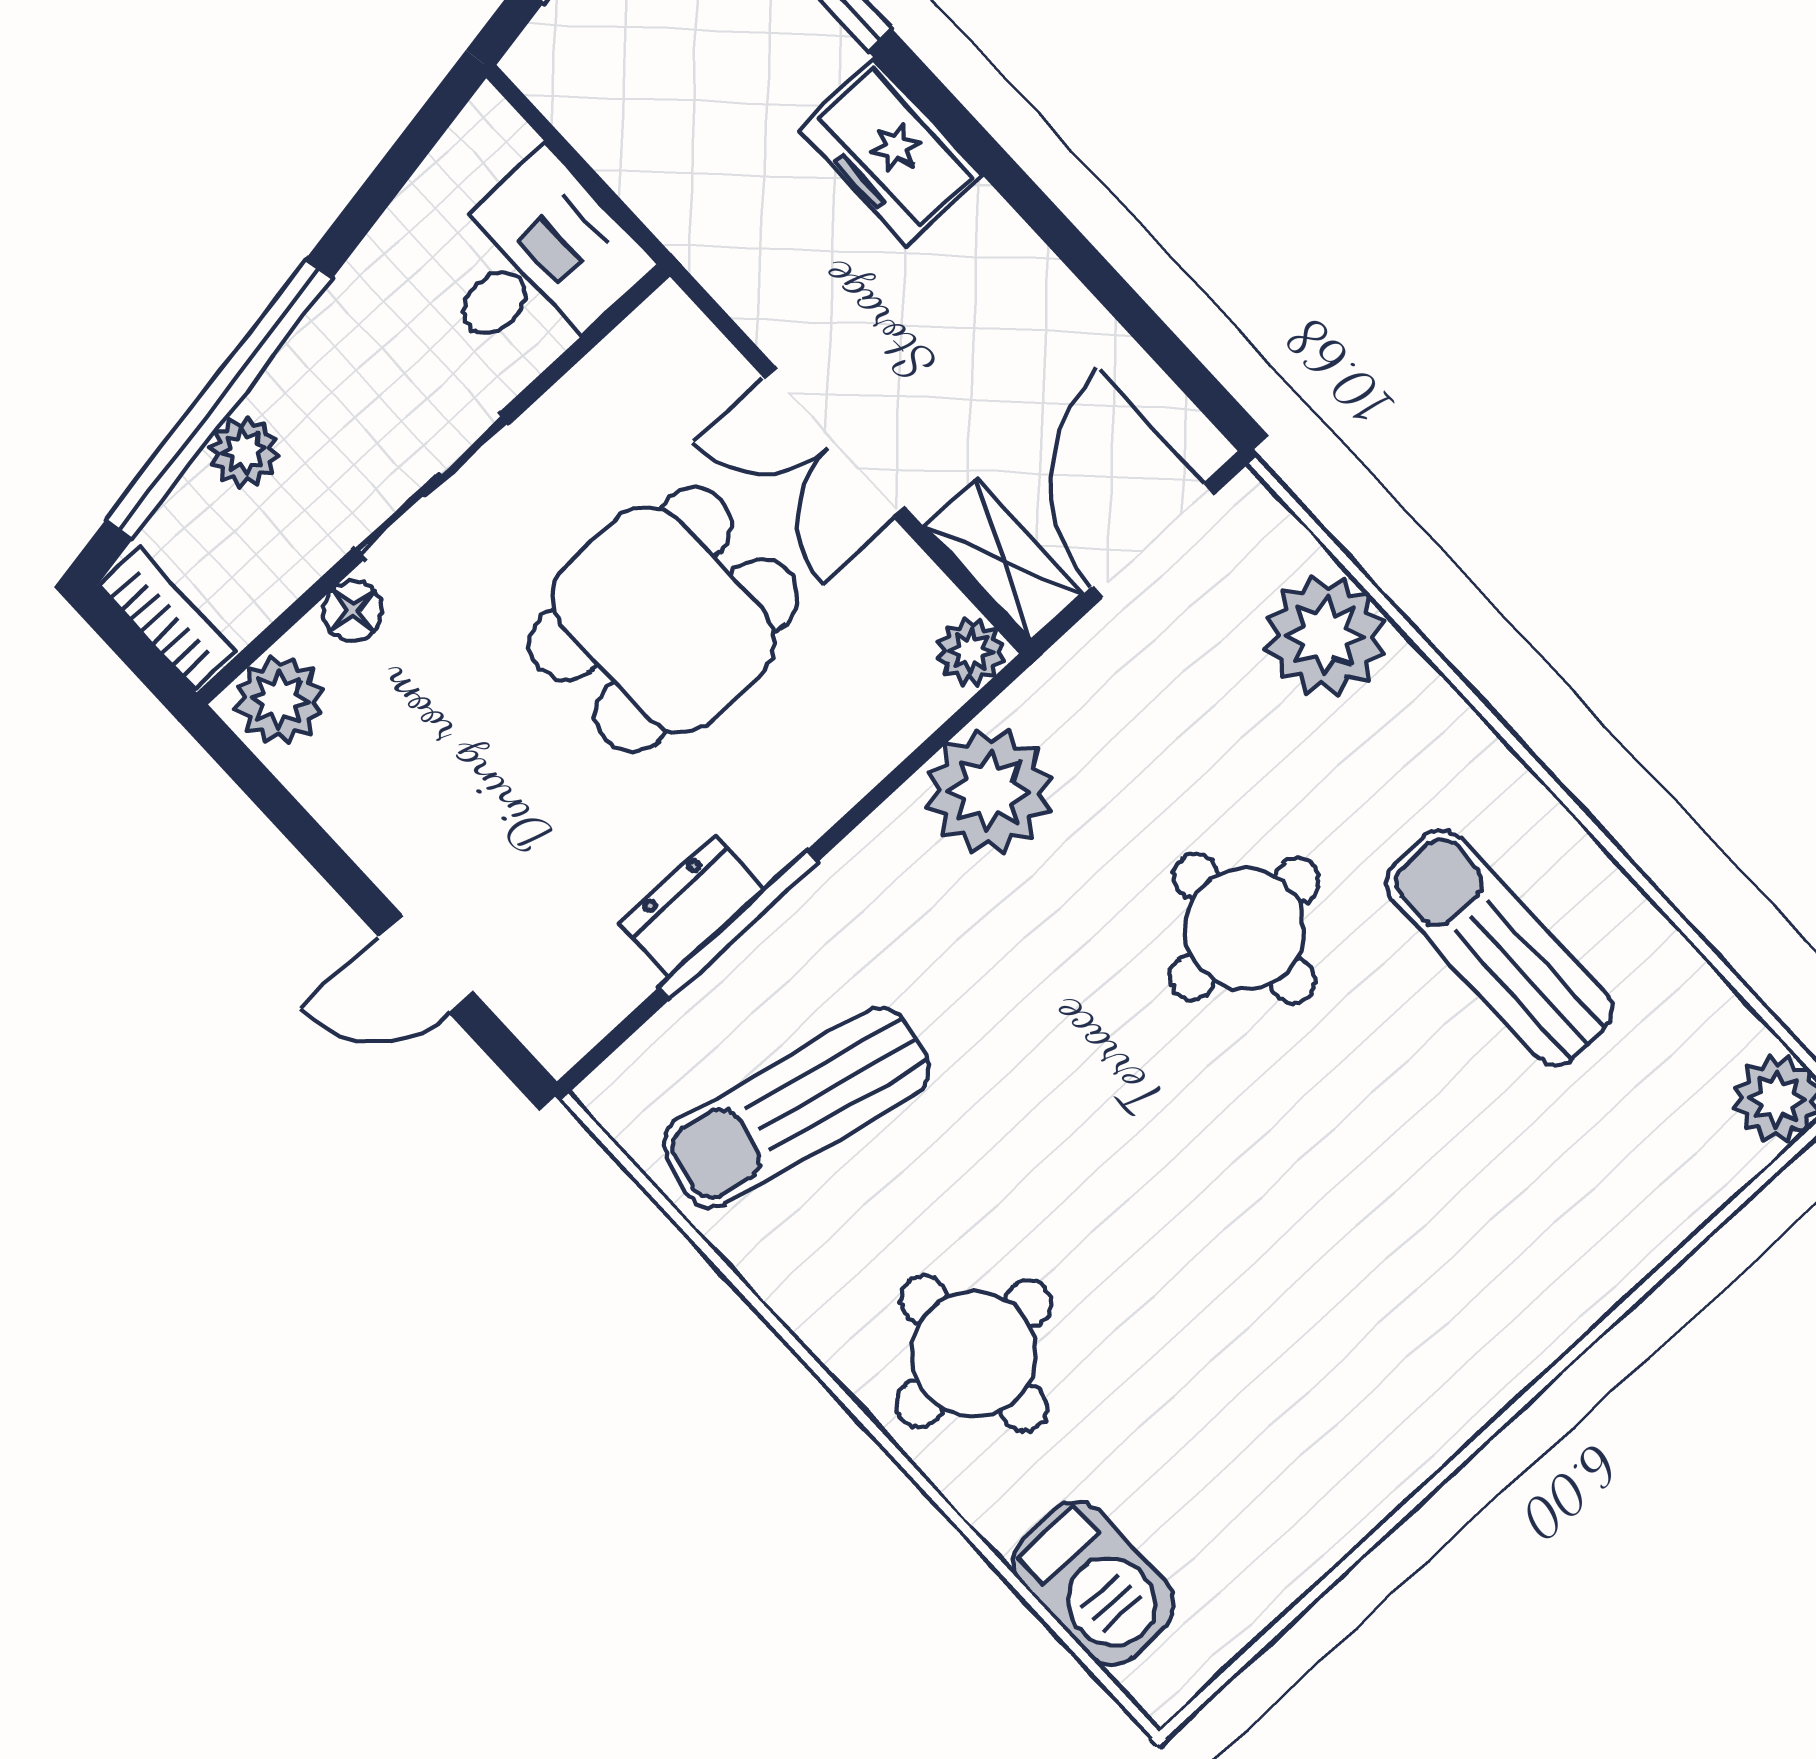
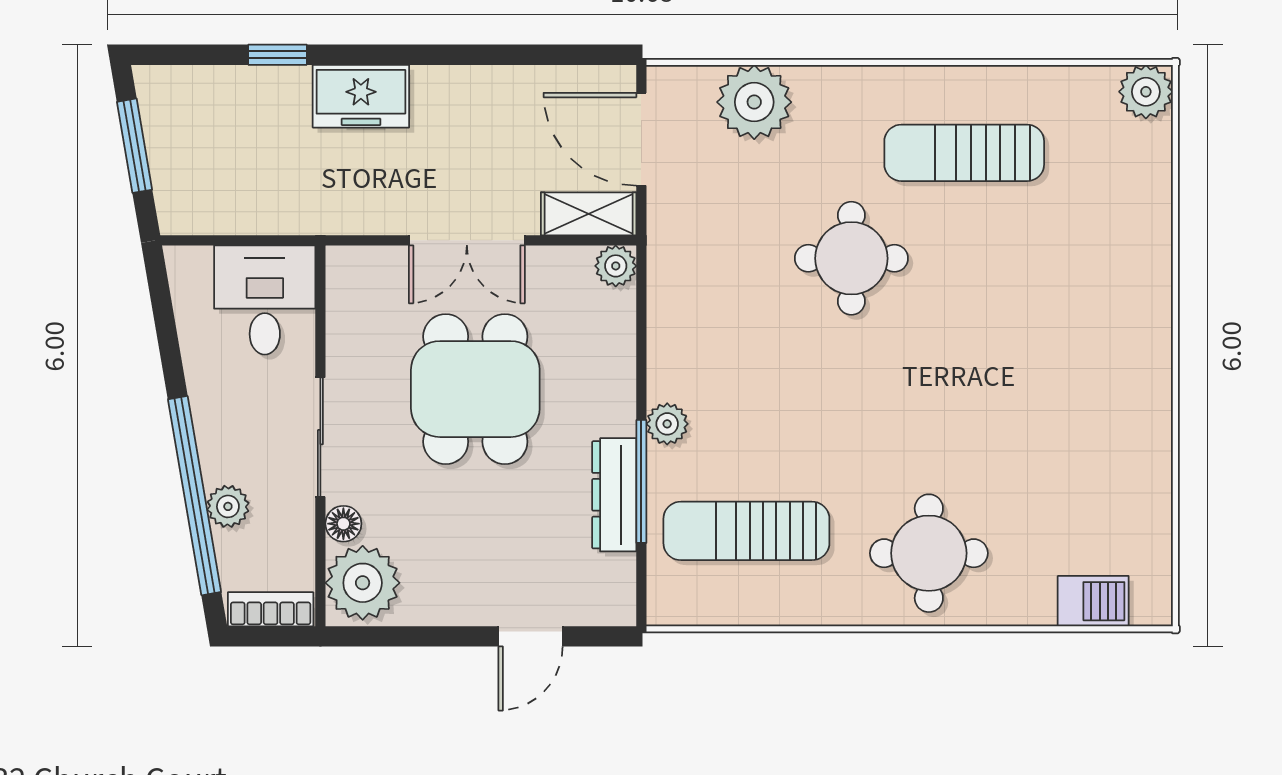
plant: (279, 700) -> (363, 583), width x1.36, depth x1.36
plant: (989, 791) -> (667, 424), moved, width x0.53, depth x0.53
dresser: (691, 907) -> (614, 495), width x1.44
sun lounger: (796, 1108) -> (746, 531), turned 77
barbecue: (1093, 1583) -> (1093, 601), width x0.73, depth x0.79

